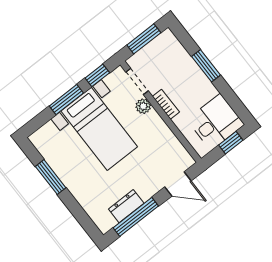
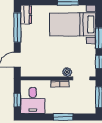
bed with nightstands: (99, 129) -> (73, 24), moved
dresser: (126, 206) -> (26, 15), moved

